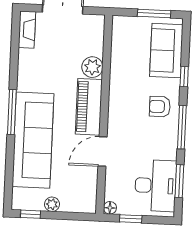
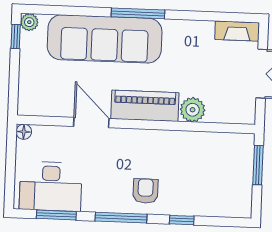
window: (154, 13) -> (258, 165), moved
sofa: (166, 51) -> (213, 198), removed
plant: (52, 204) -> (29, 22), moved
window: (131, 219) -> (11, 157), removed

